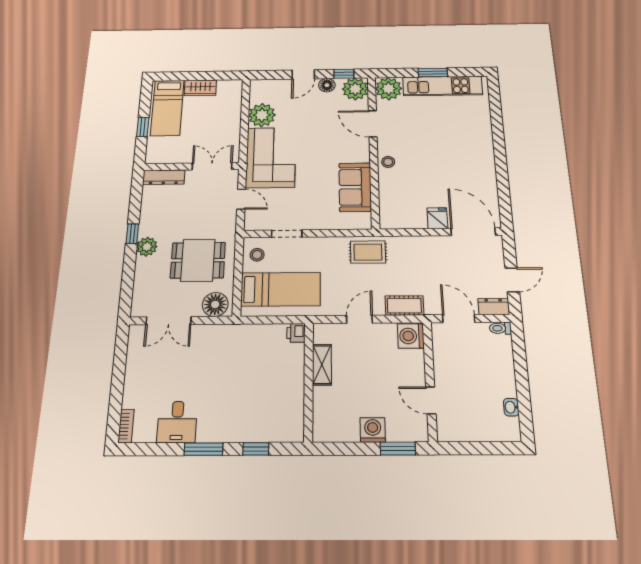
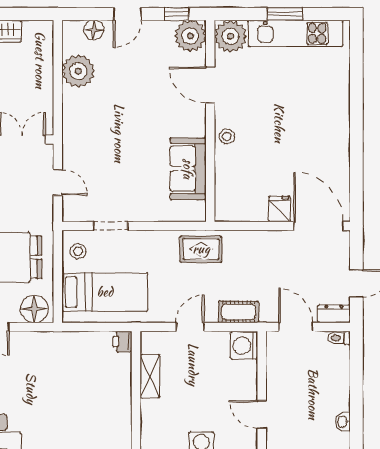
floor lamp: (327, 85) -> (94, 30), moved
corner sofa: (271, 157) -> (90, 129), removed

